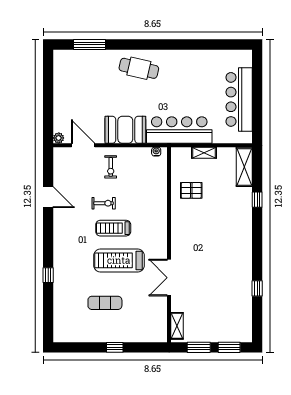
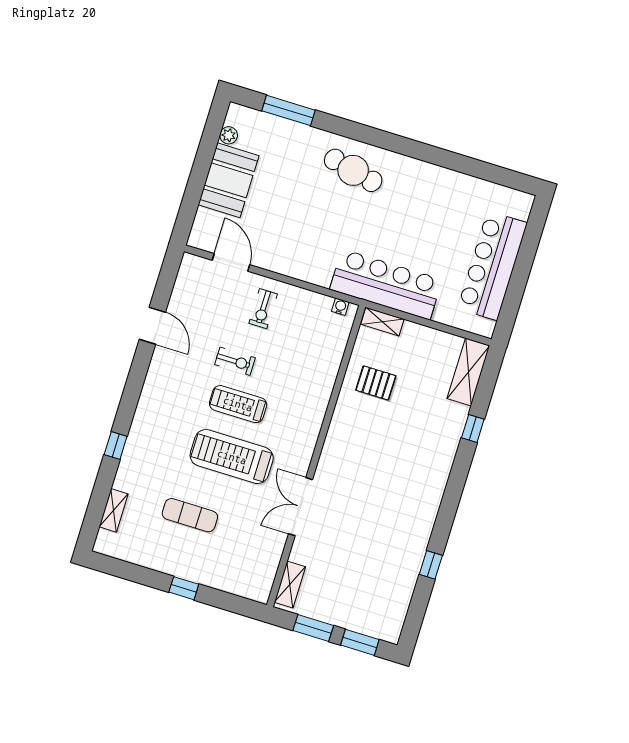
booth: (125, 130) -> (229, 180), moved, turned 90
plant: (59, 138) -> (229, 135), moved
shelving: (204, 153) -> (382, 322), moved
shelving: (59, 314) -> (114, 510), added

